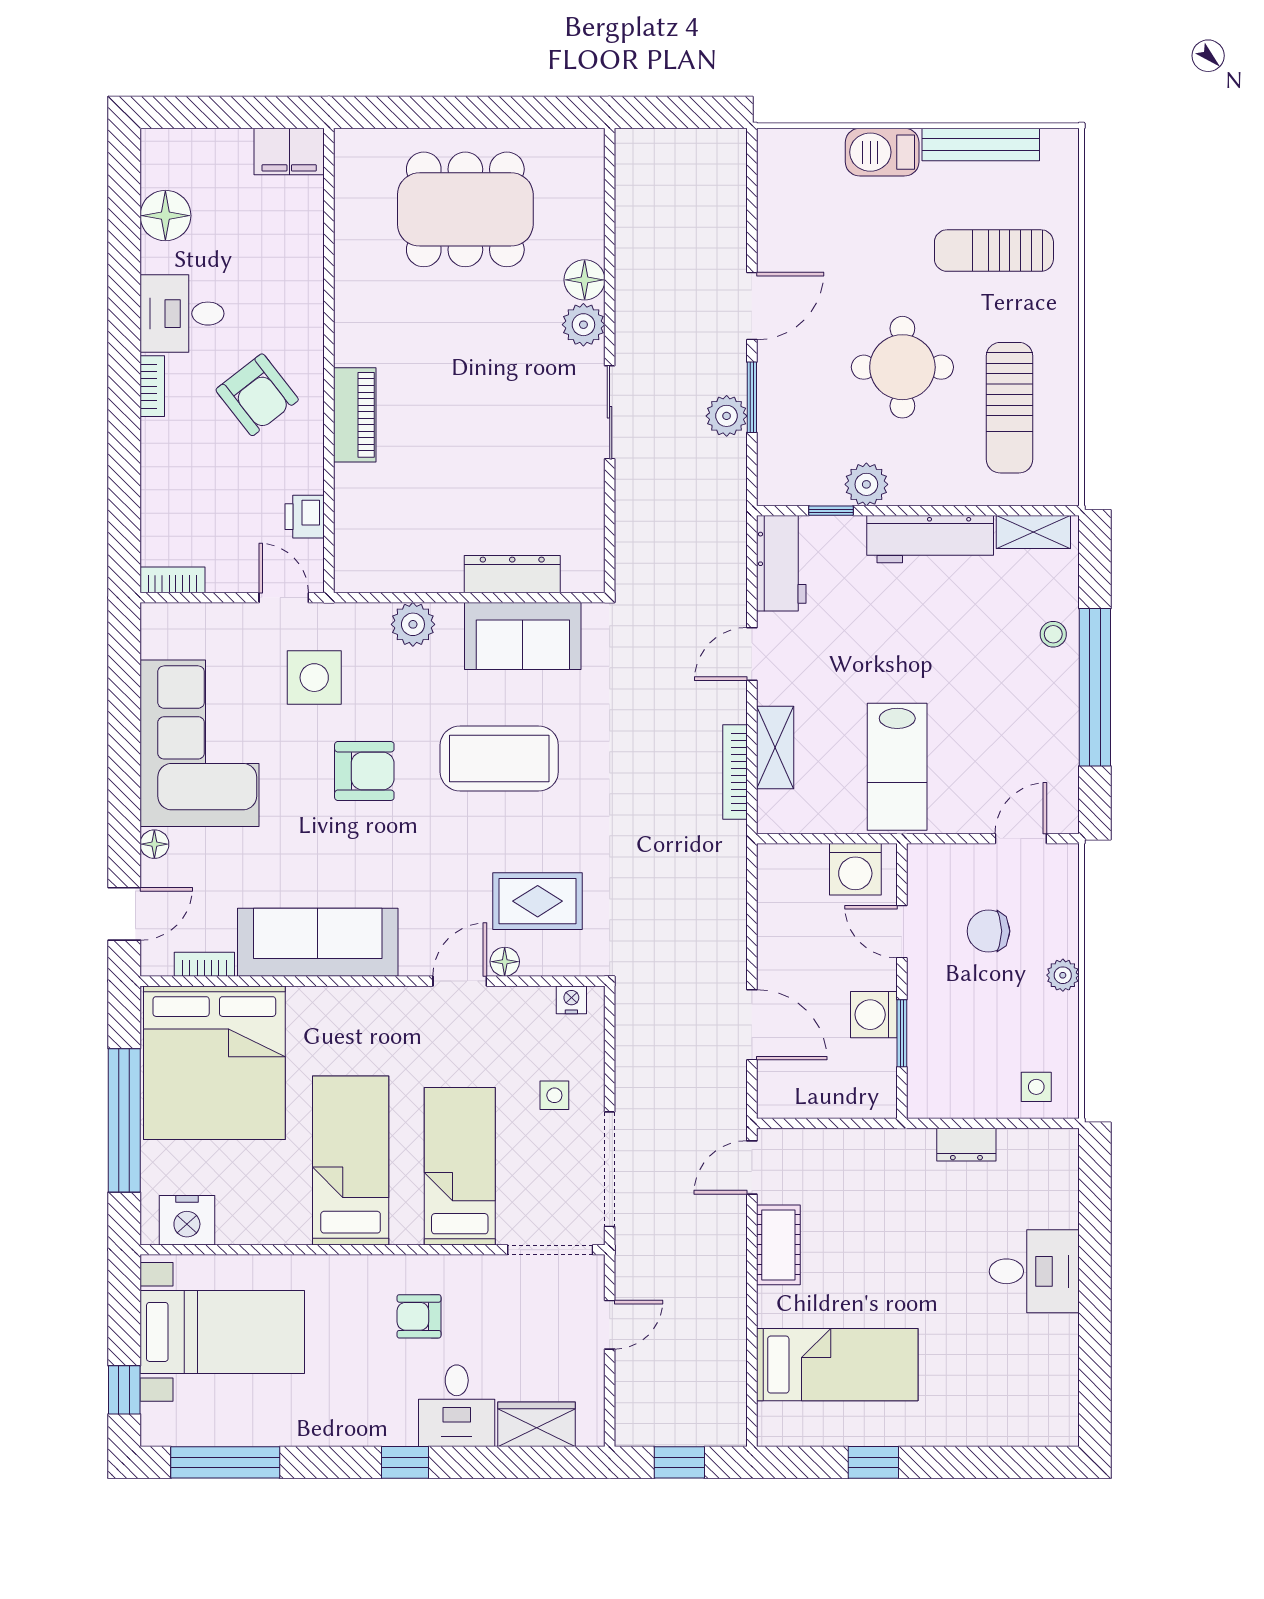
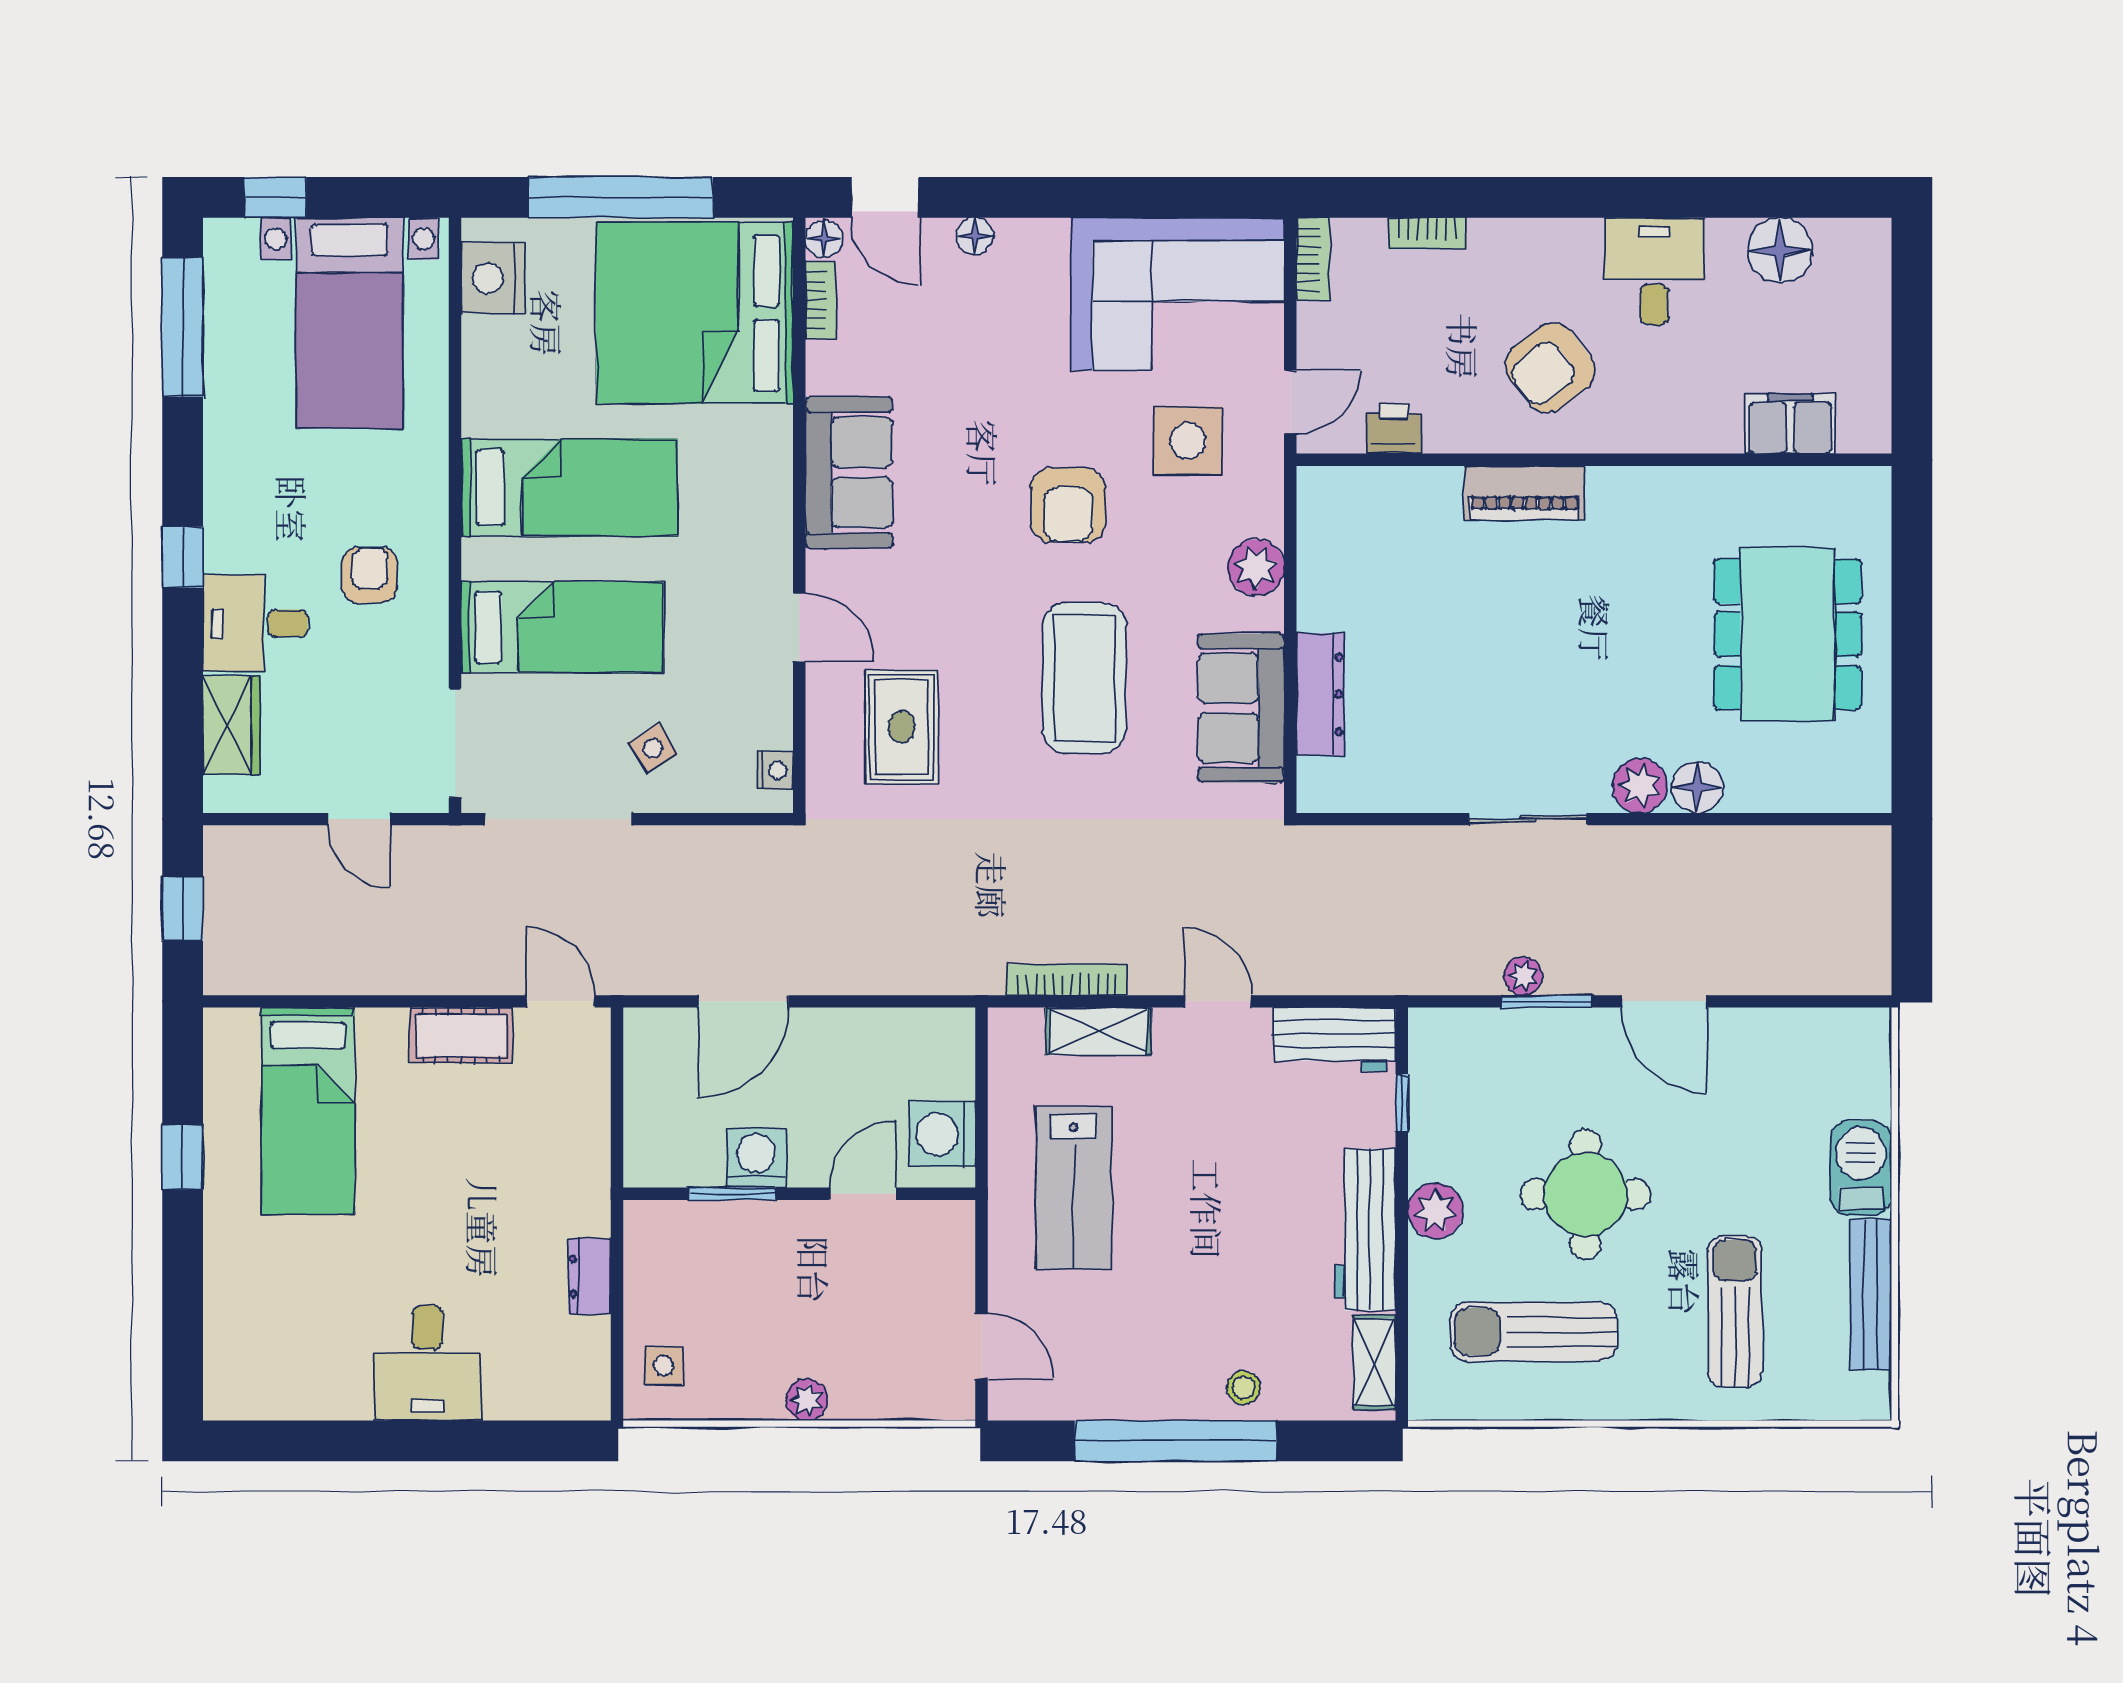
filing cabinet: (289, 152) -> (1790, 424), moved, turned 90
bookcase: (152, 386) -> (1427, 233), moved
plant: (727, 416) -> (1523, 976), width x0.73, depth x0.73
plant: (866, 484) -> (1435, 1211), moved
corner sofa: (199, 743) -> (1178, 294), moved
lab bench: (897, 767) -> (1074, 1188), turned -90
chair: (988, 931) -> (863, 1305), removed
sofa: (318, 942) -> (849, 473), width x0.73
floor lamp: (505, 962) -> (824, 239), moved
side table: (554, 1095) -> (653, 749), turned -32

